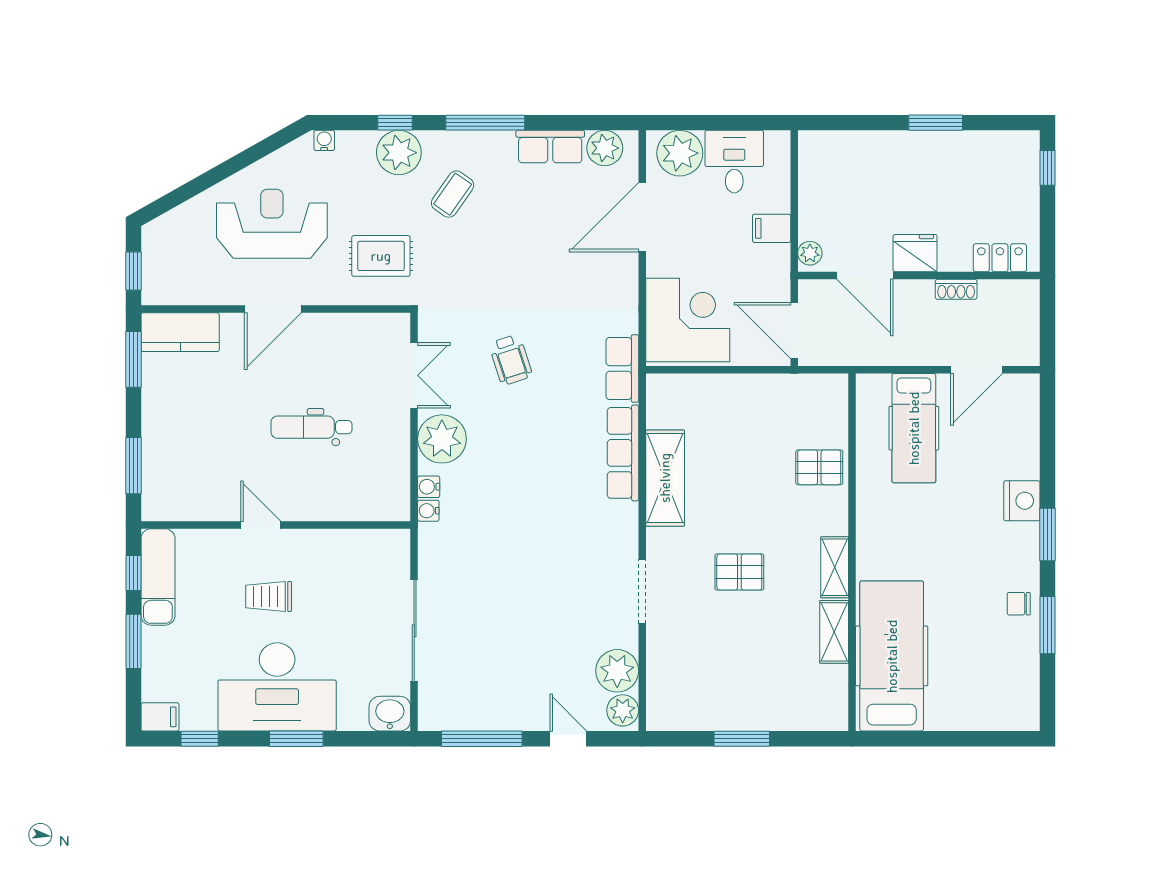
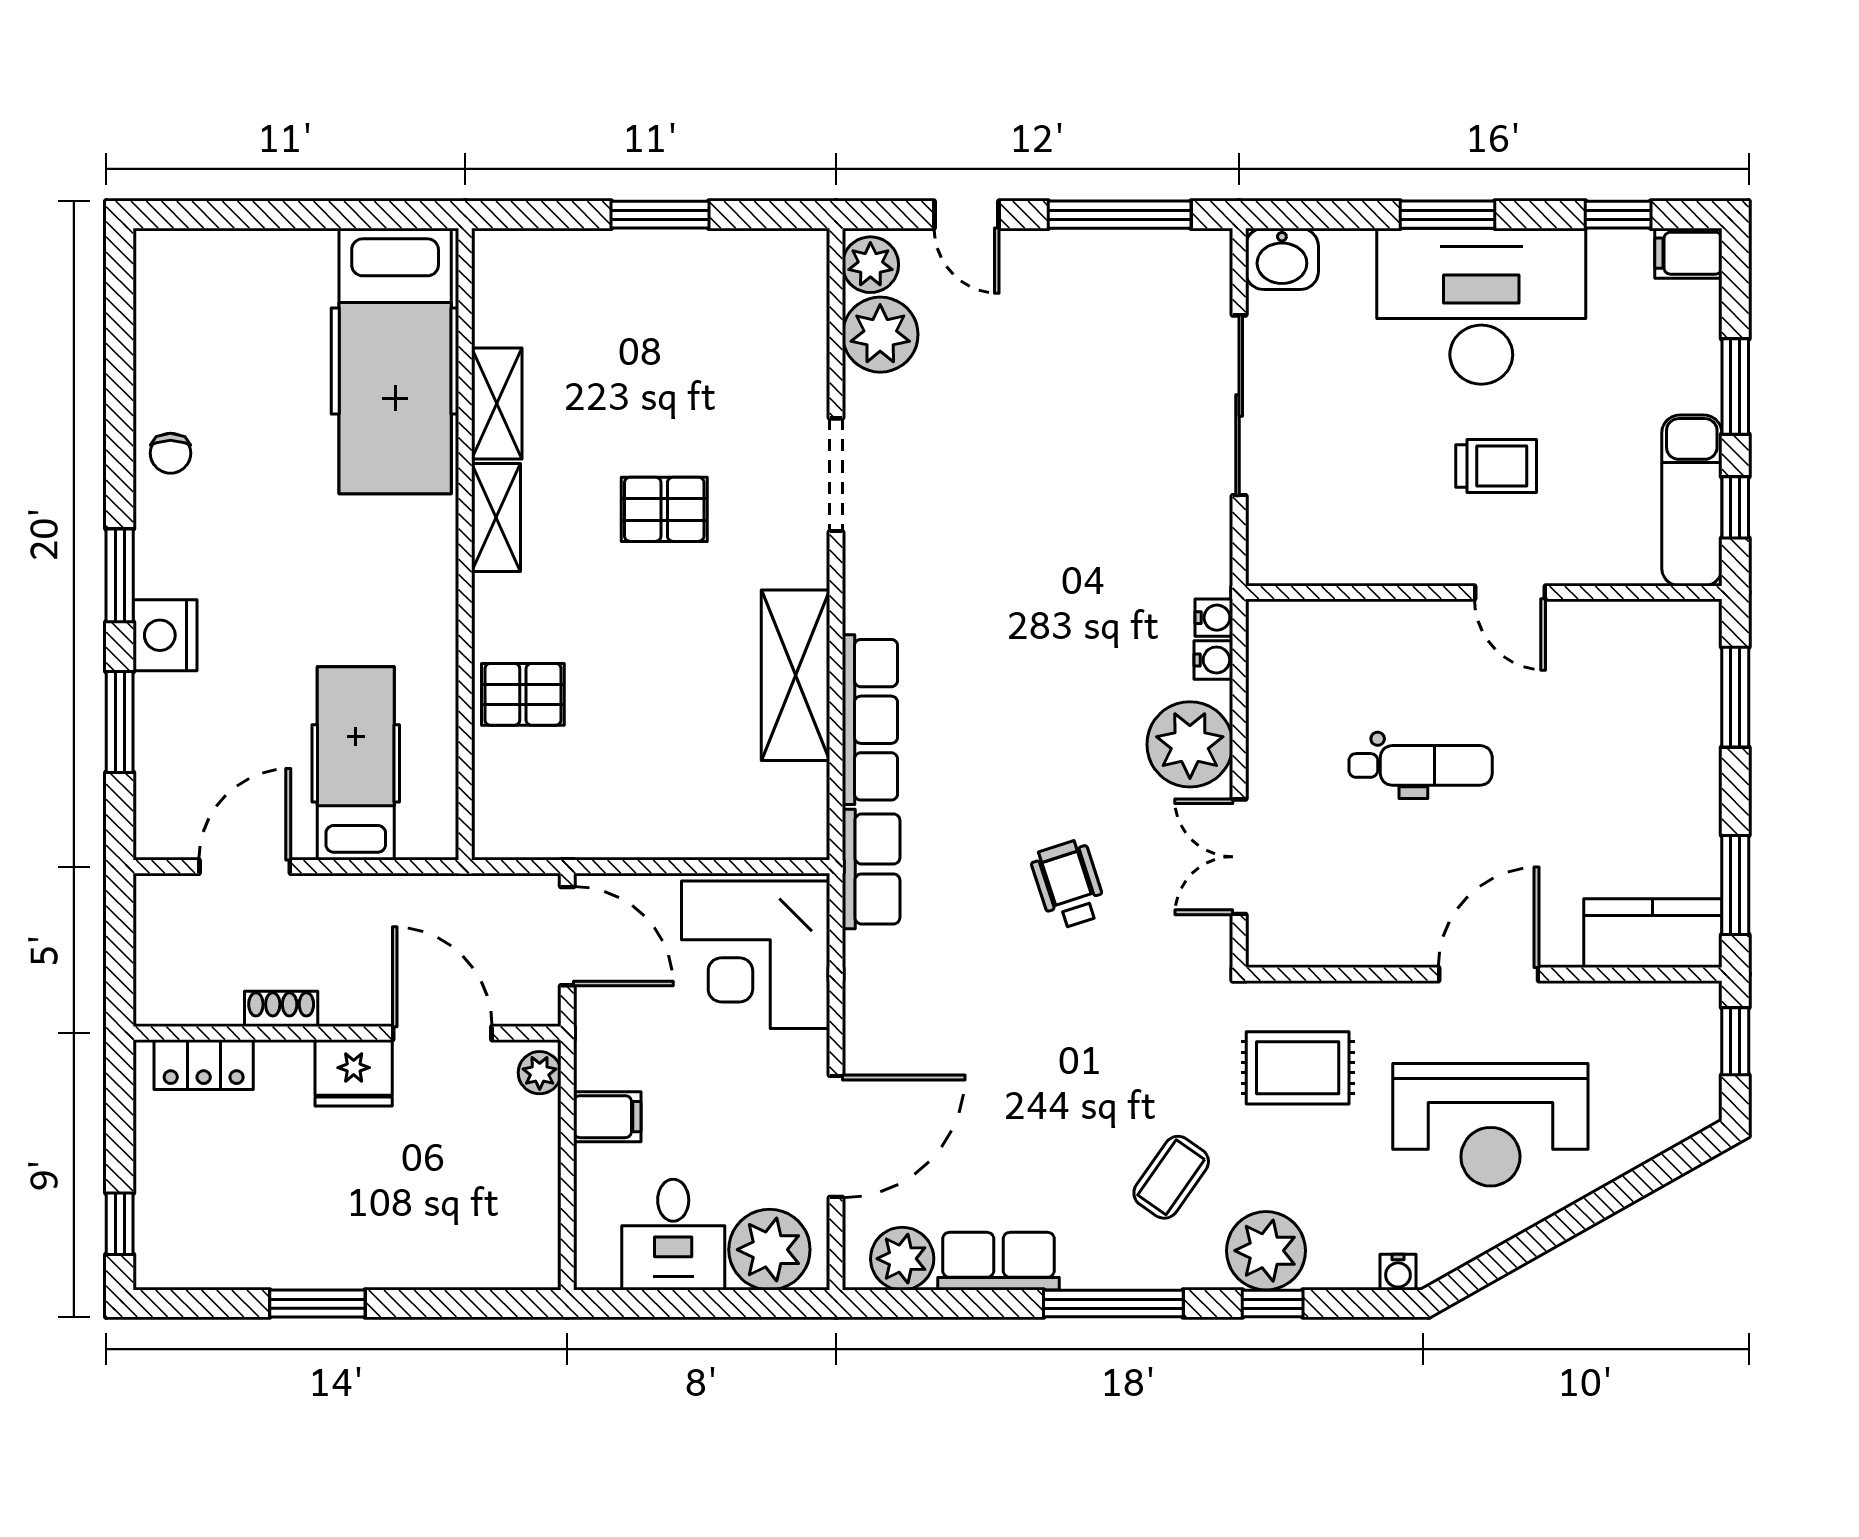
chair: (1019, 604) -> (170, 453), turned 90
window: (1047, 625) -> (120, 722), moved

